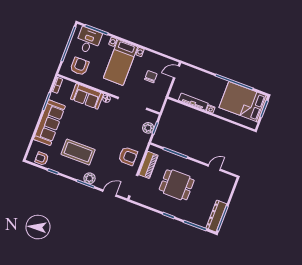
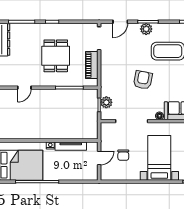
door: (176, 72) -> (99, 158), moved
armchair: (128, 156) -> (143, 80), moved, turned 101
dining table: (177, 185) -> (56, 56), turned 90

